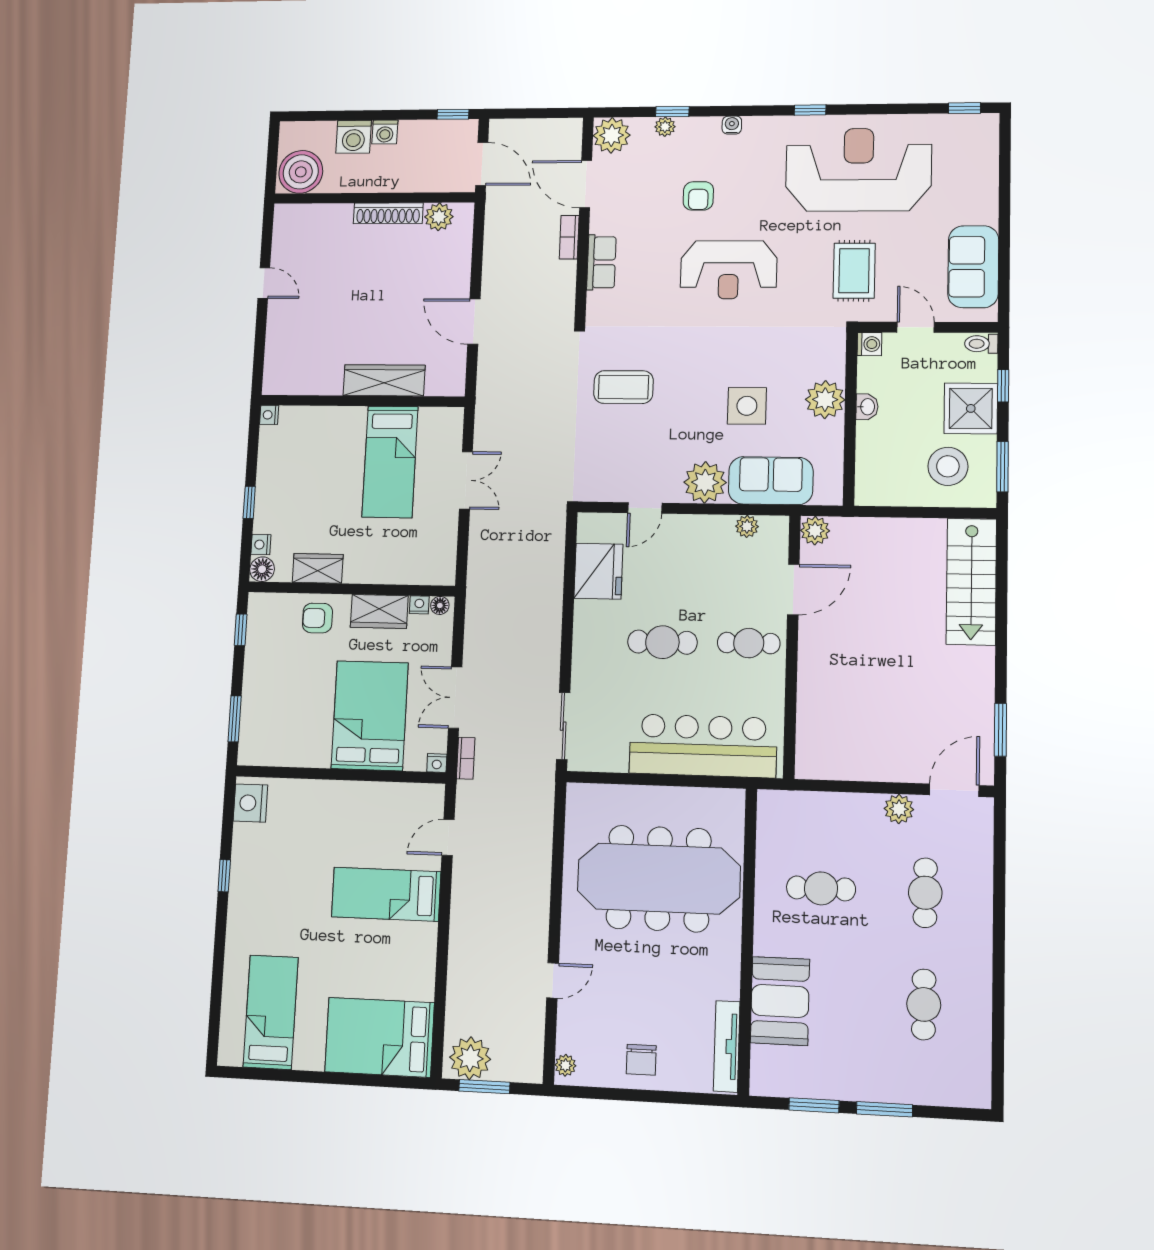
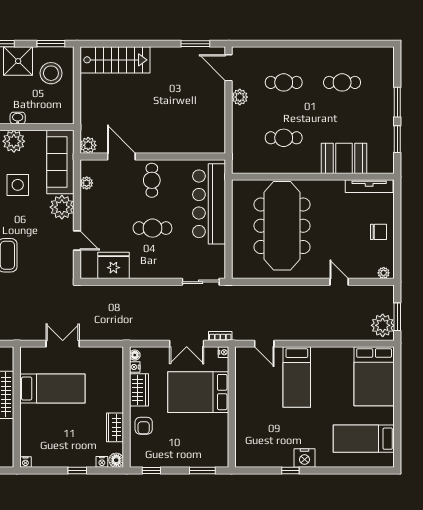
sofa: (771, 481) -> (60, 162), width x1.36
cafe table: (662, 642) -> (152, 228), turned 90
nightstand: (250, 803) -> (305, 458), moved
cafe table: (821, 888) -> (284, 138), turned 90

